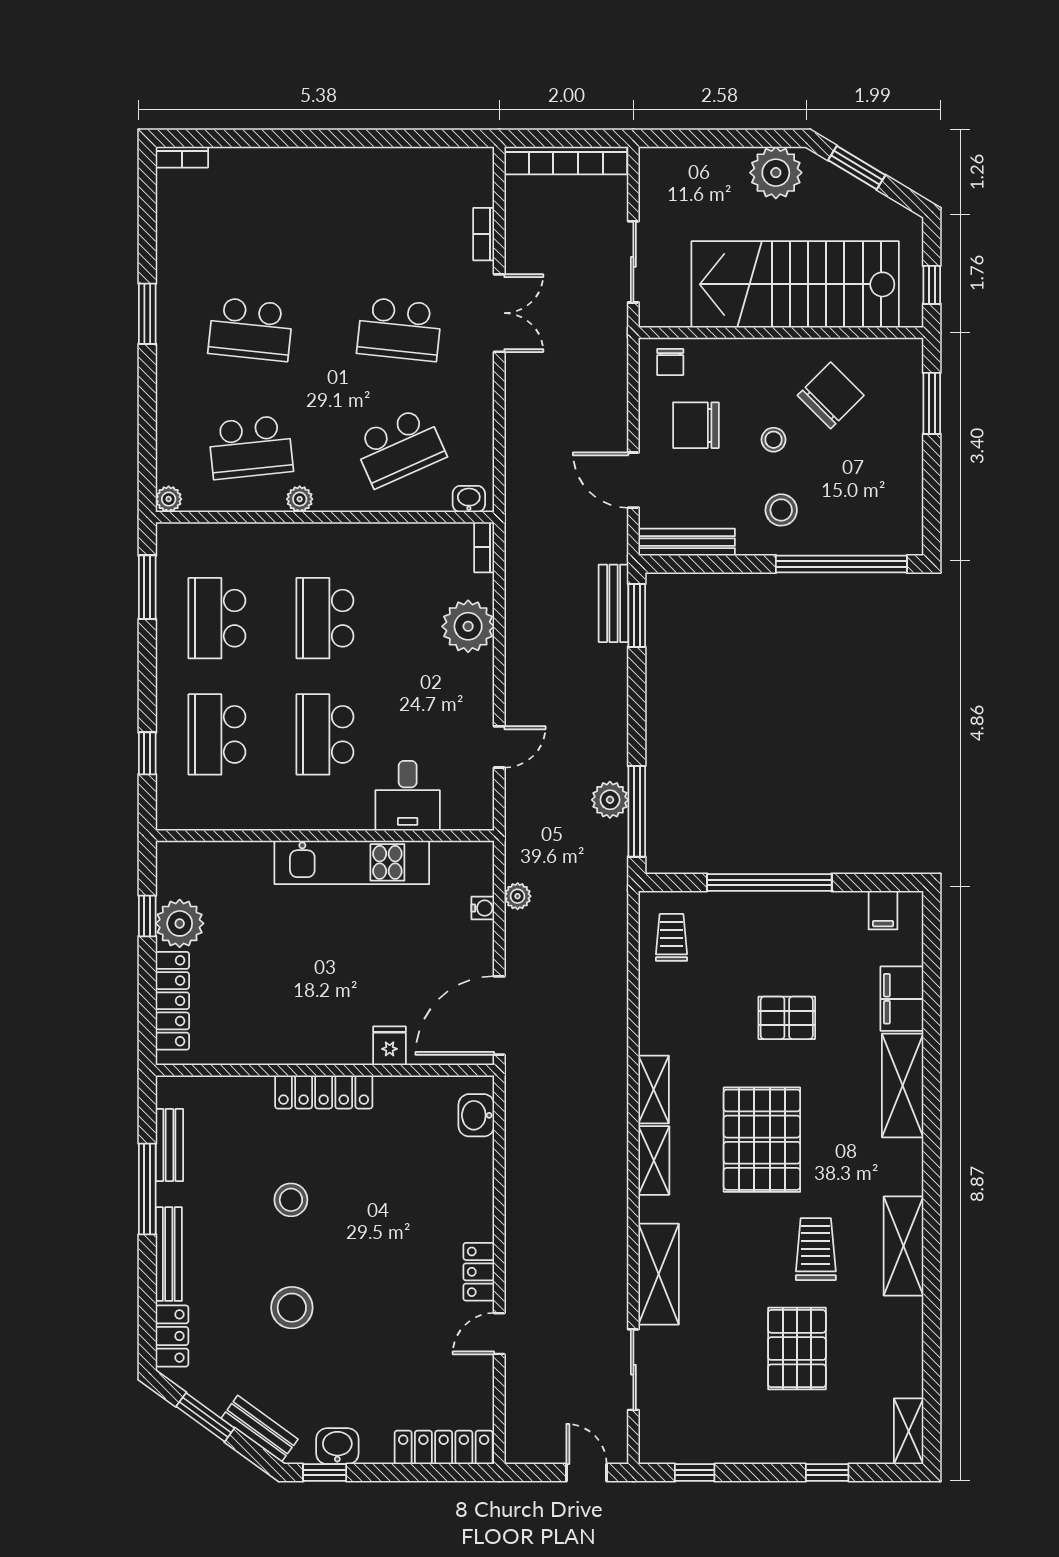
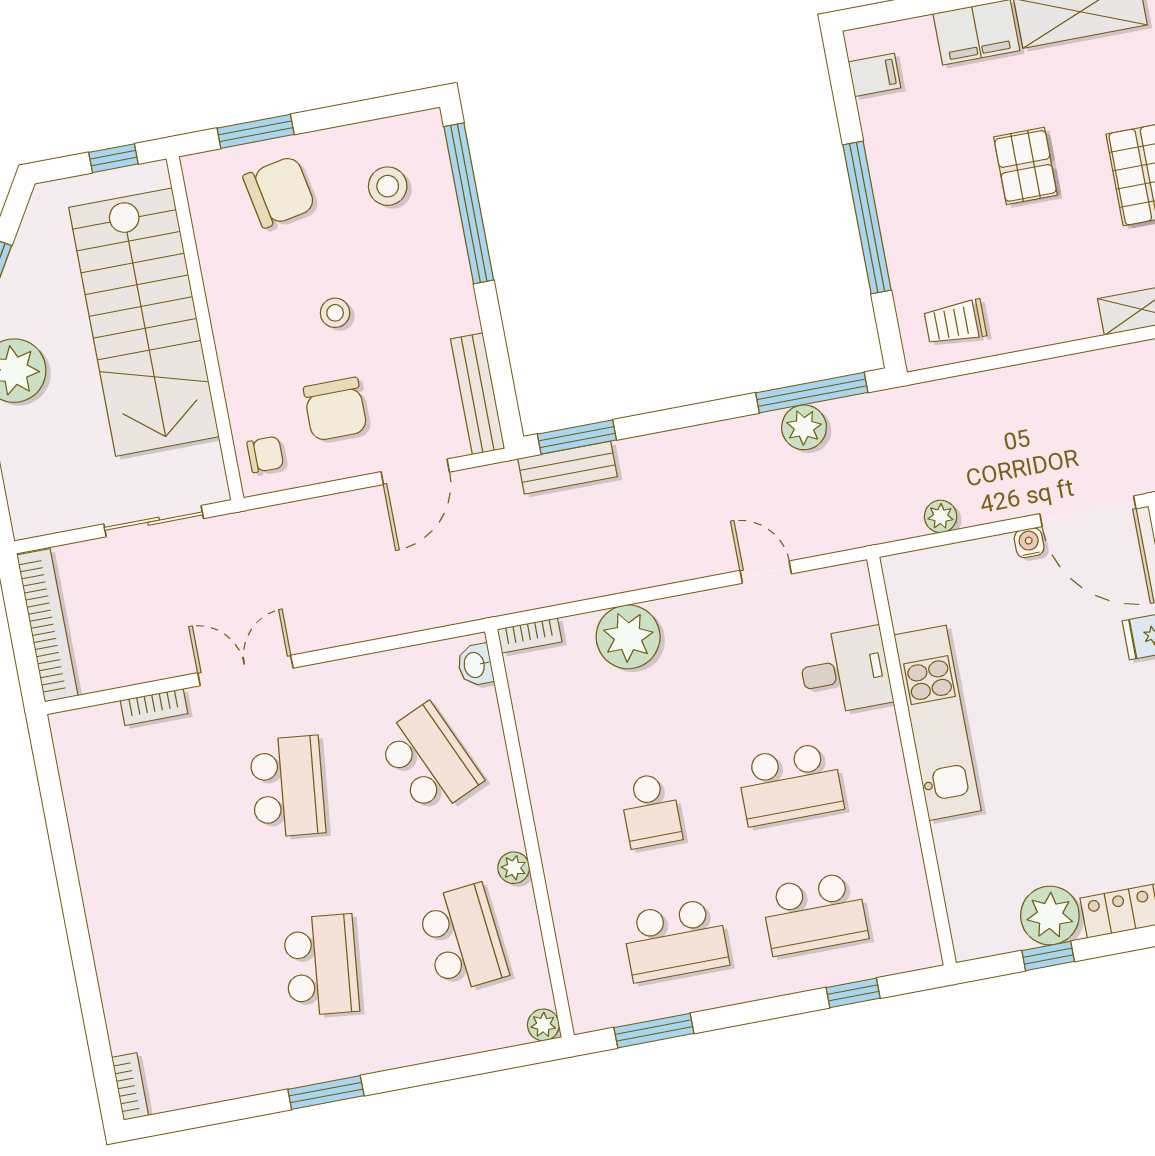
chair: (831, 395) -> (279, 192), moved, turned 124
stool: (781, 510) -> (388, 186), moved
school desk: (325, 618) -> (651, 810), width x0.54
water cooler: (483, 908) -> (1029, 543), moved

